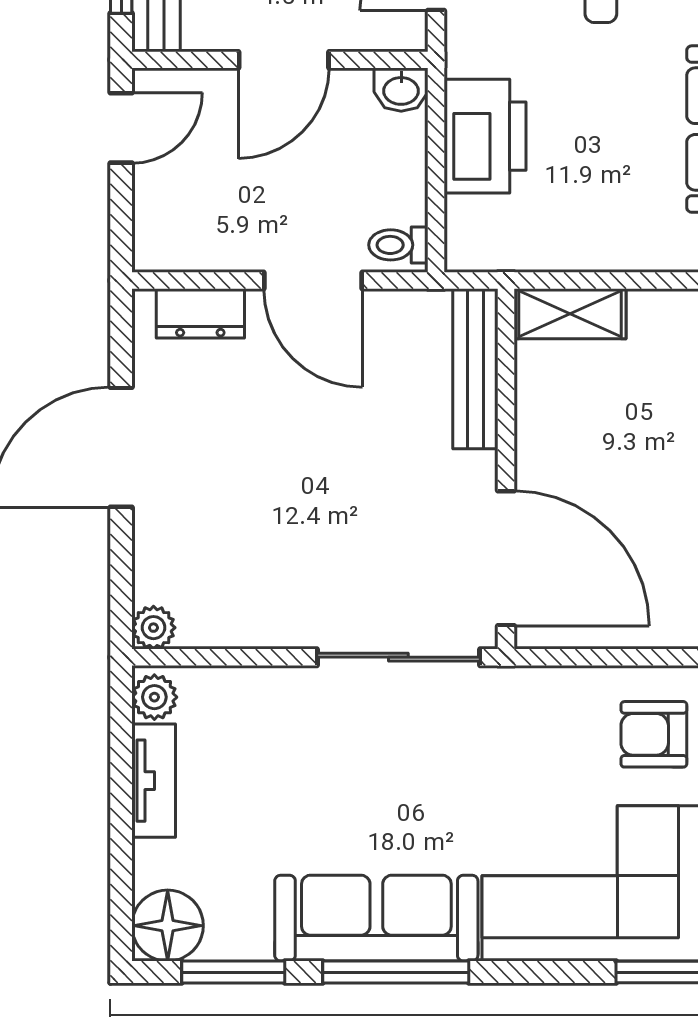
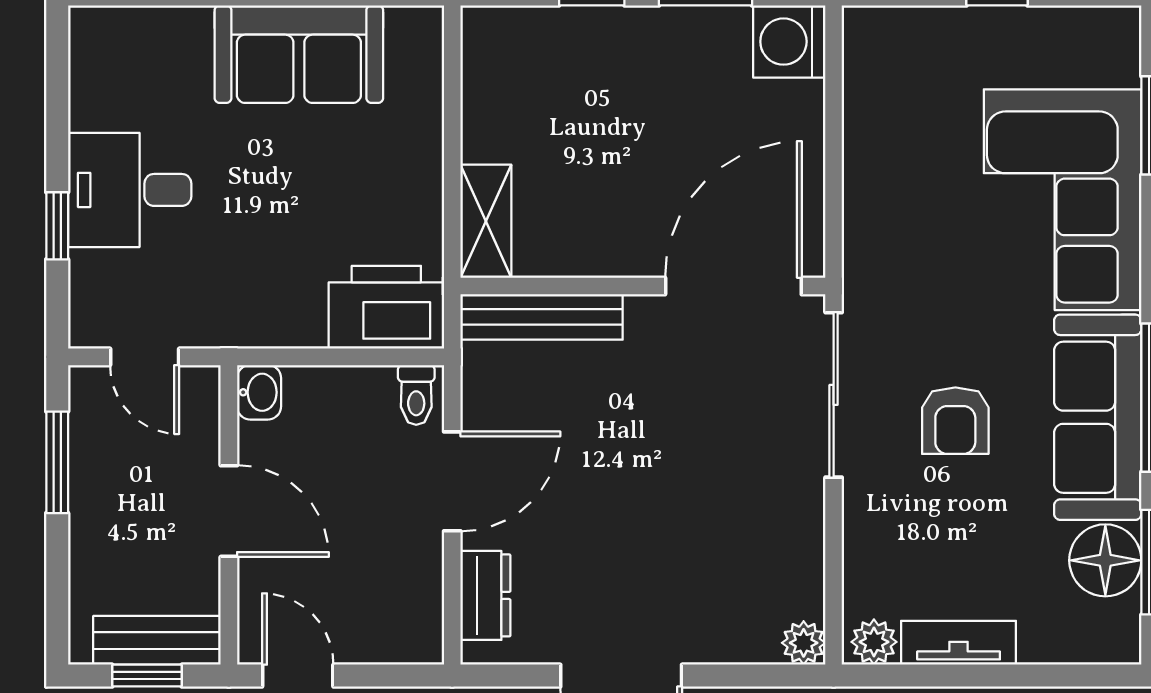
printer: (485, 136) -> (386, 307), moved
armchair: (654, 734) -> (955, 421), moved
floor lamp: (168, 926) -> (1105, 560), moved

